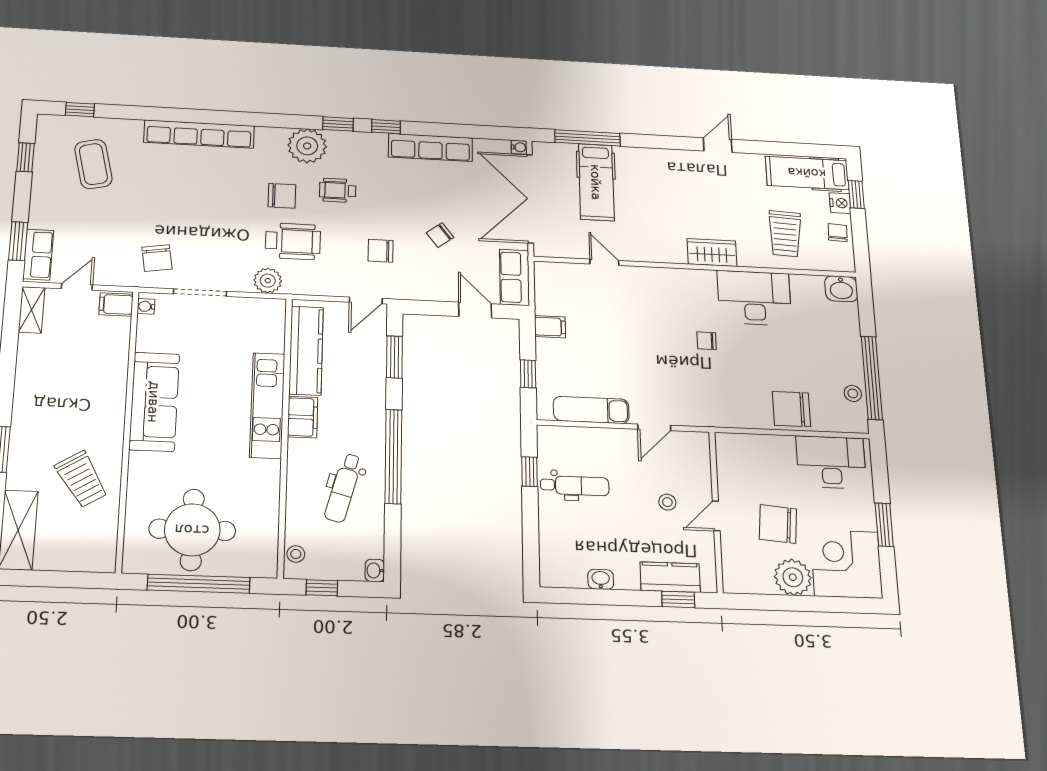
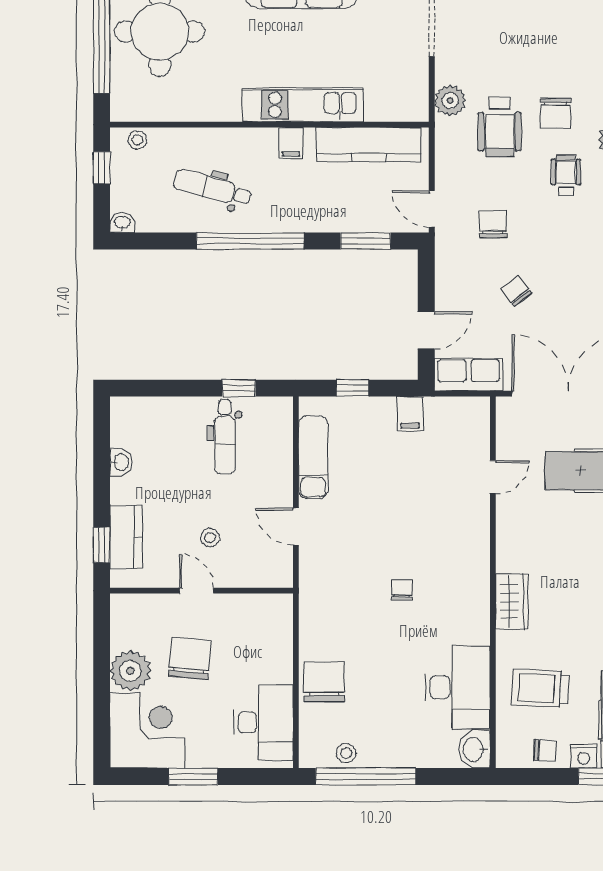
desk: (754, 298) -> (458, 687), moved
filing cabinet: (303, 417) -> (291, 143), width x0.50

